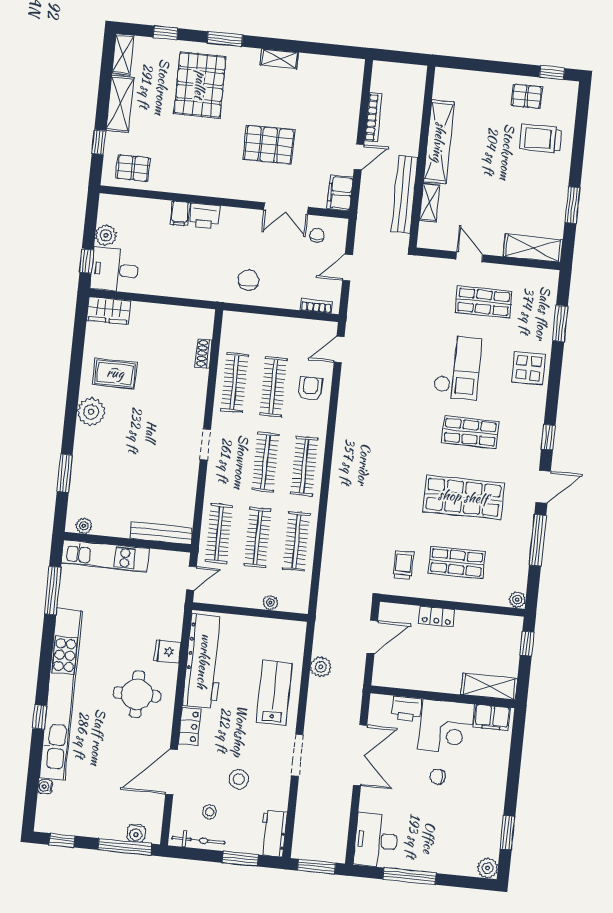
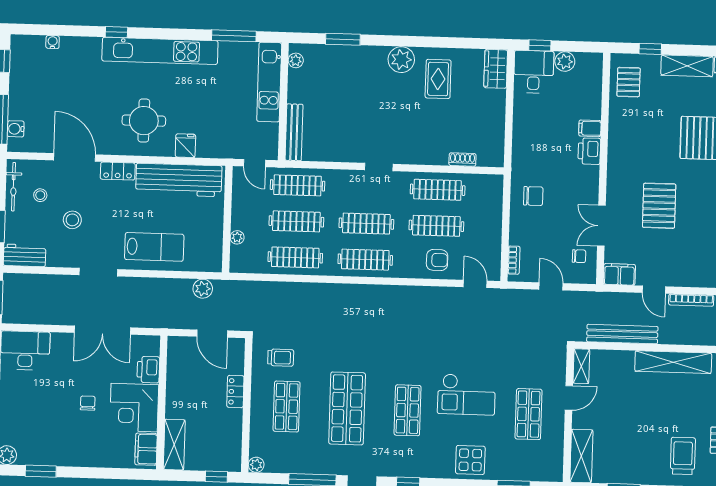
shelving: (430, 203) -> (581, 366), moved, turned 90
plant: (321, 667) -> (203, 289), moved
kitchen unit: (61, 694) -> (160, 51), width x0.73

